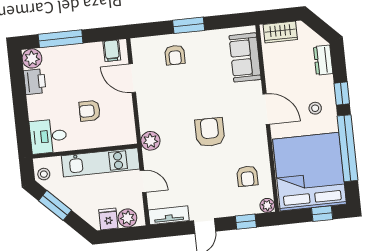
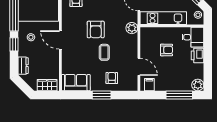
sofa: (245, 57) -> (76, 83), moved, turned -90
printer: (35, 82) -> (198, 55), moved
coffee table: (192, 96) -> (104, 52), added

